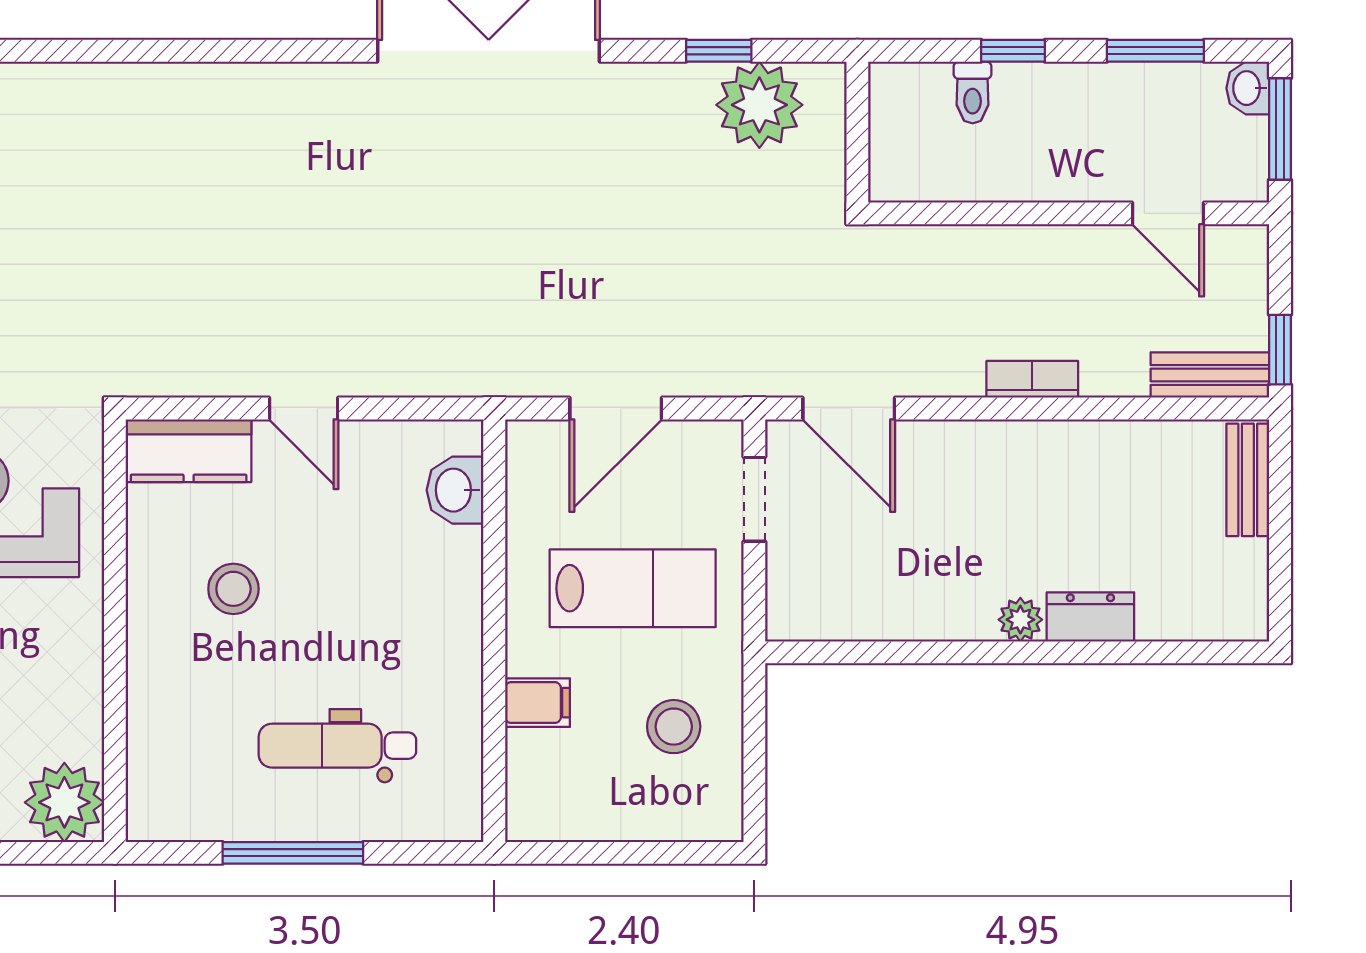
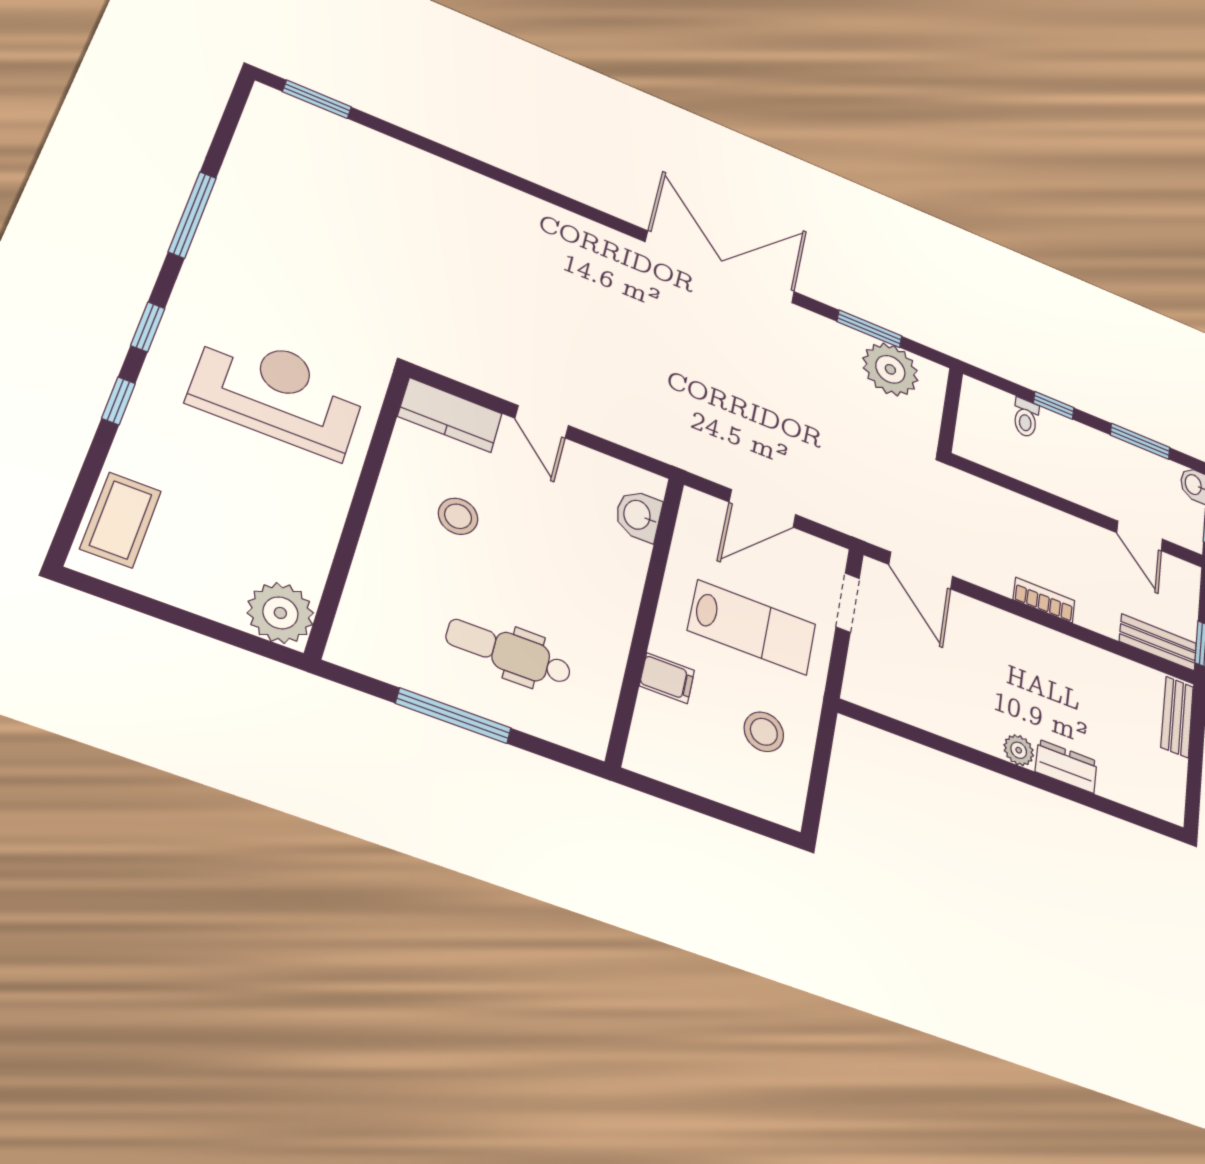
window: (719, 51) -> (869, 329), width x1.50

